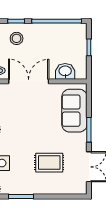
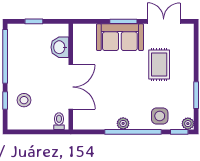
double door: (29, 81) -> (71, 87), swing flipped
sofa: (74, 111) -> (120, 37), moved

